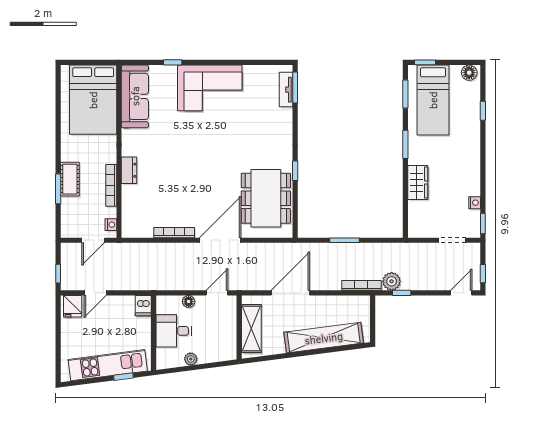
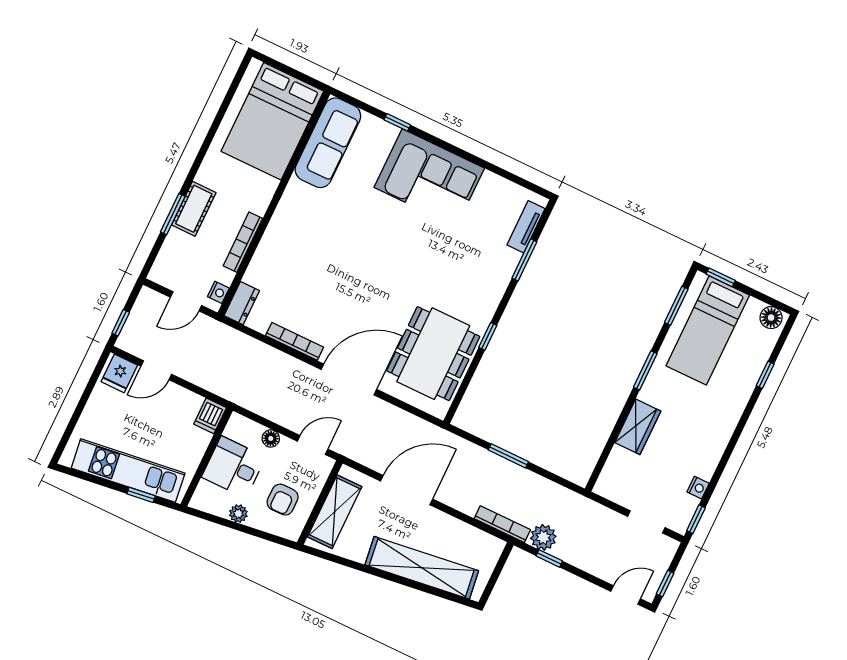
window: (295, 88) -> (524, 260), moved
dresser: (129, 170) -> (242, 303), moved
armchair: (215, 337) -> (283, 500), added

